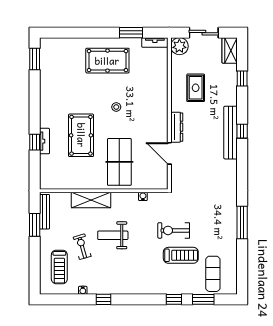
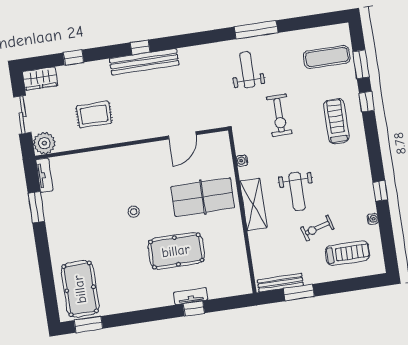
pool table: (107, 61) -> (80, 289), moved
dresser: (177, 127) -> (148, 131), removed
shelving: (91, 200) -> (253, 204), moved
weight bench: (212, 211) -> (247, 70), added
treadmill: (181, 255) -> (336, 121), moved

